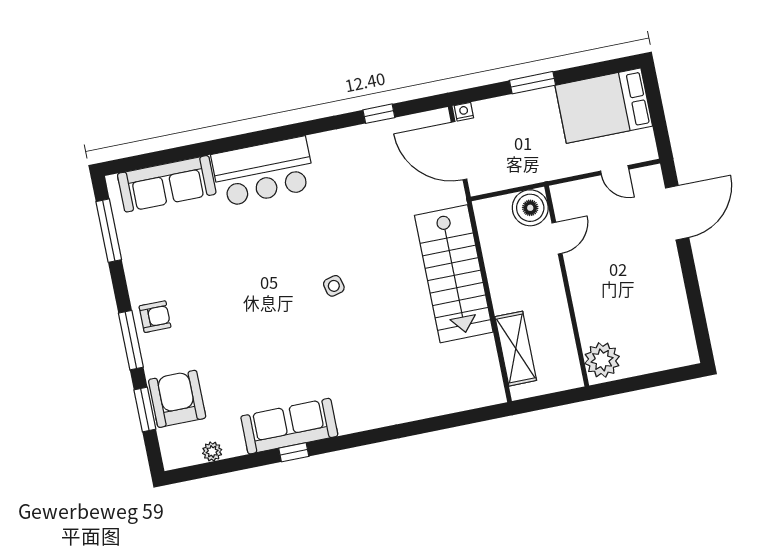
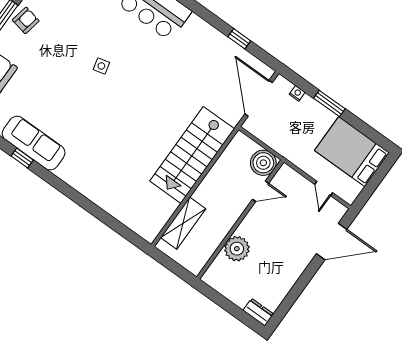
nightstand: (464, 112) -> (297, 93), moved
side table: (334, 286) -> (101, 66), moved
armchair: (155, 317) -> (26, 20), turned -79
dresser: (680, 356) -> (258, 312), added
plant: (602, 360) -> (237, 249), moved

